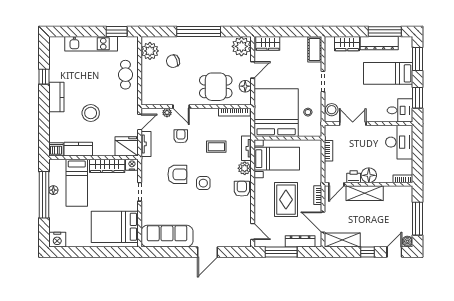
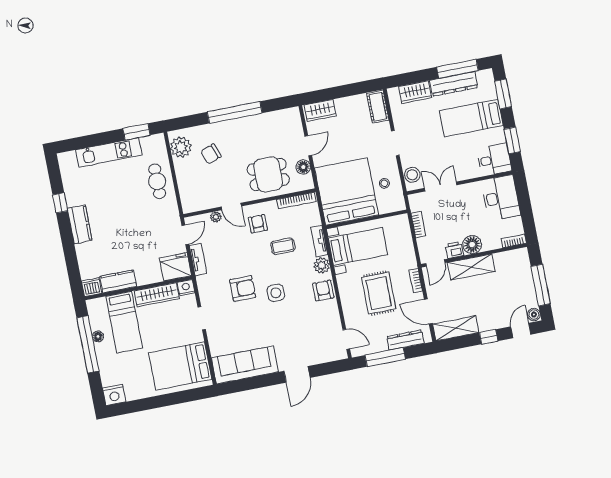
plant: (241, 46) -> (289, 120), removed
stool: (91, 113) -> (125, 235), removed
armchair: (181, 136) -> (258, 224), moved

